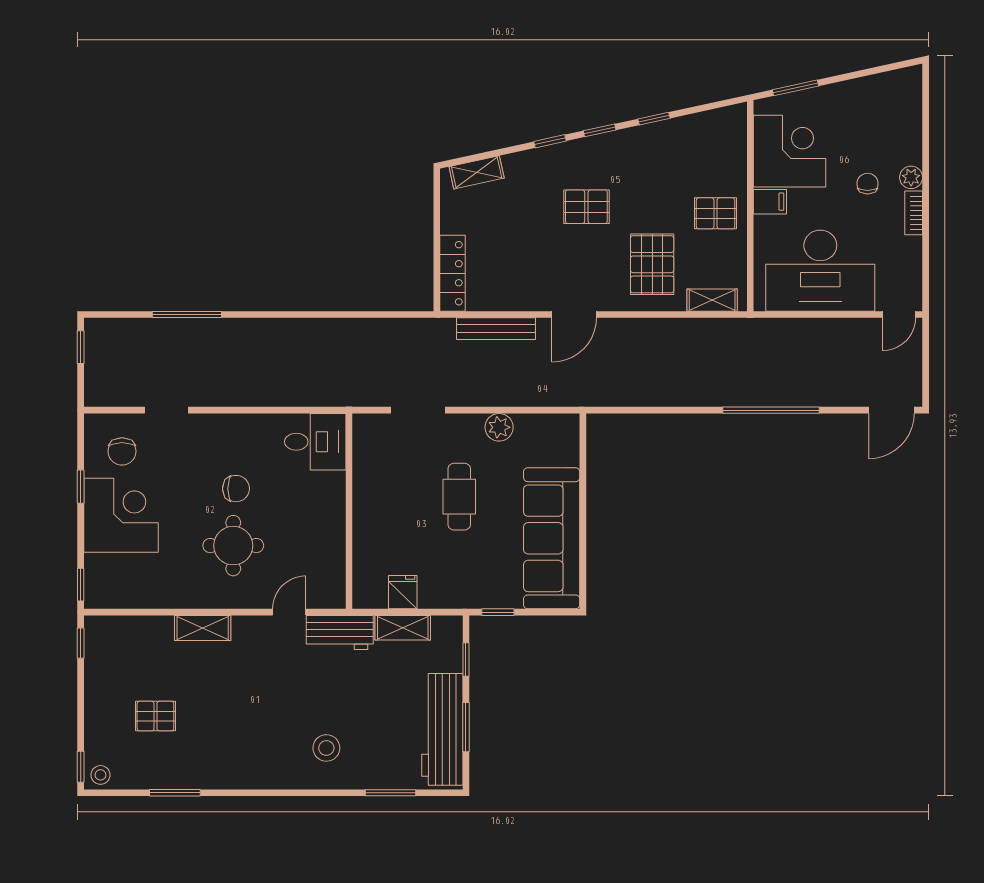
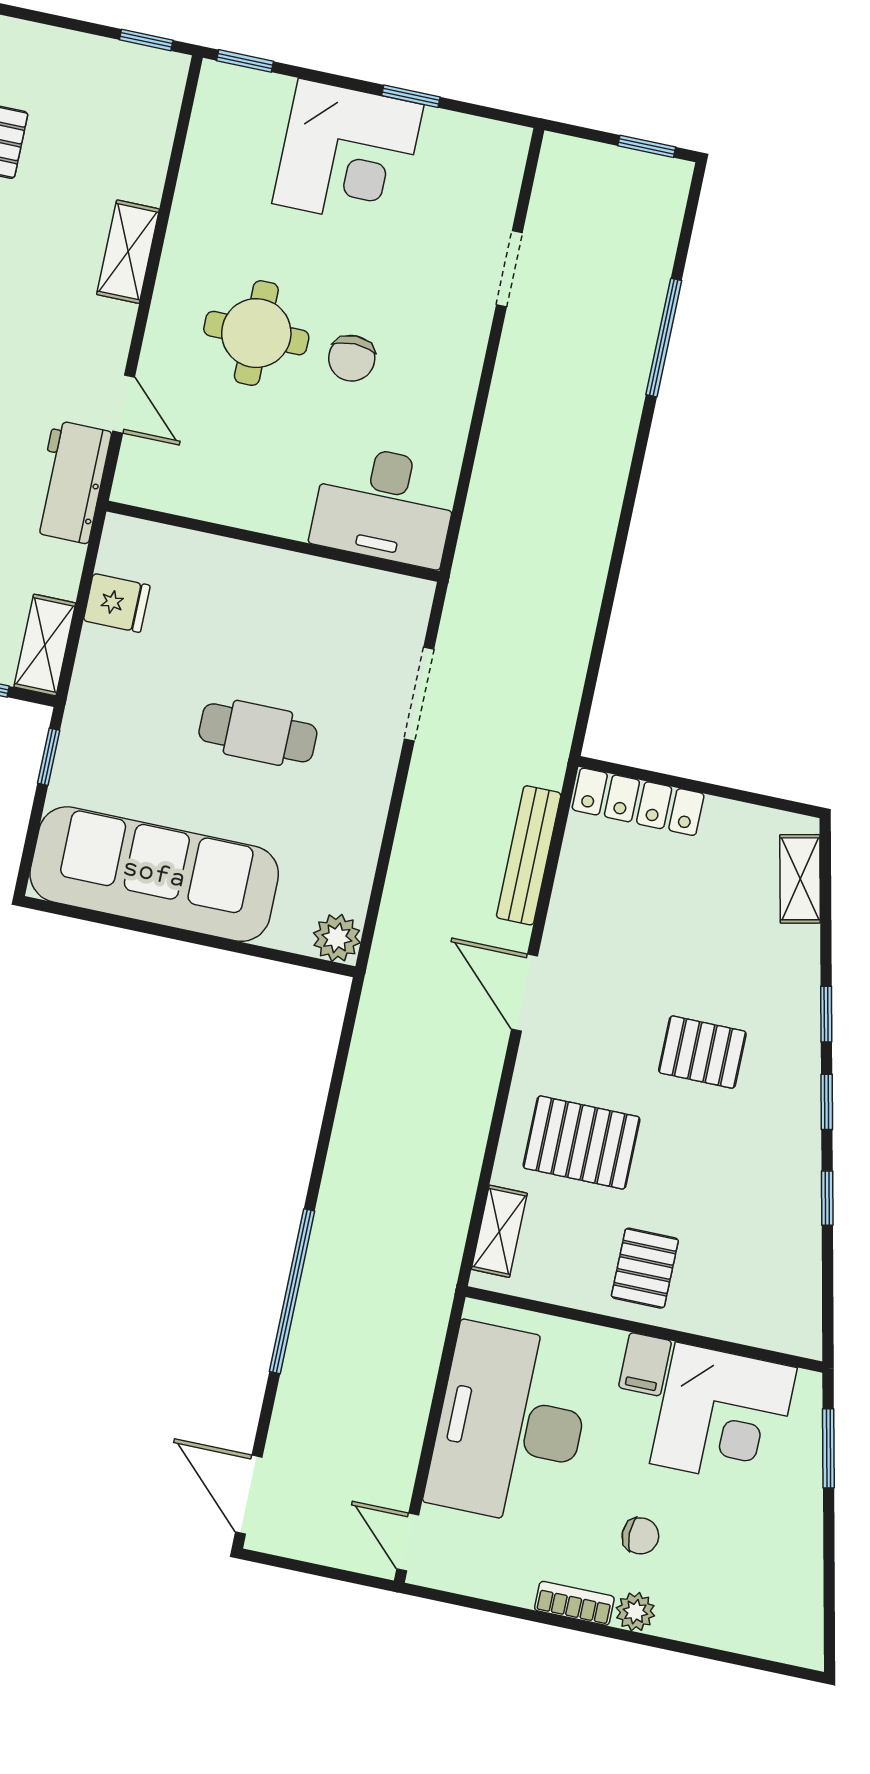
pallet: (586, 207) -> (702, 1052), turned 90
plant: (499, 427) -> (337, 938), moved
desk: (315, 442) -> (385, 505), width x1.37
chair: (122, 451) -> (456, 179), removed
shelving: (403, 628) -> (45, 645), moved

